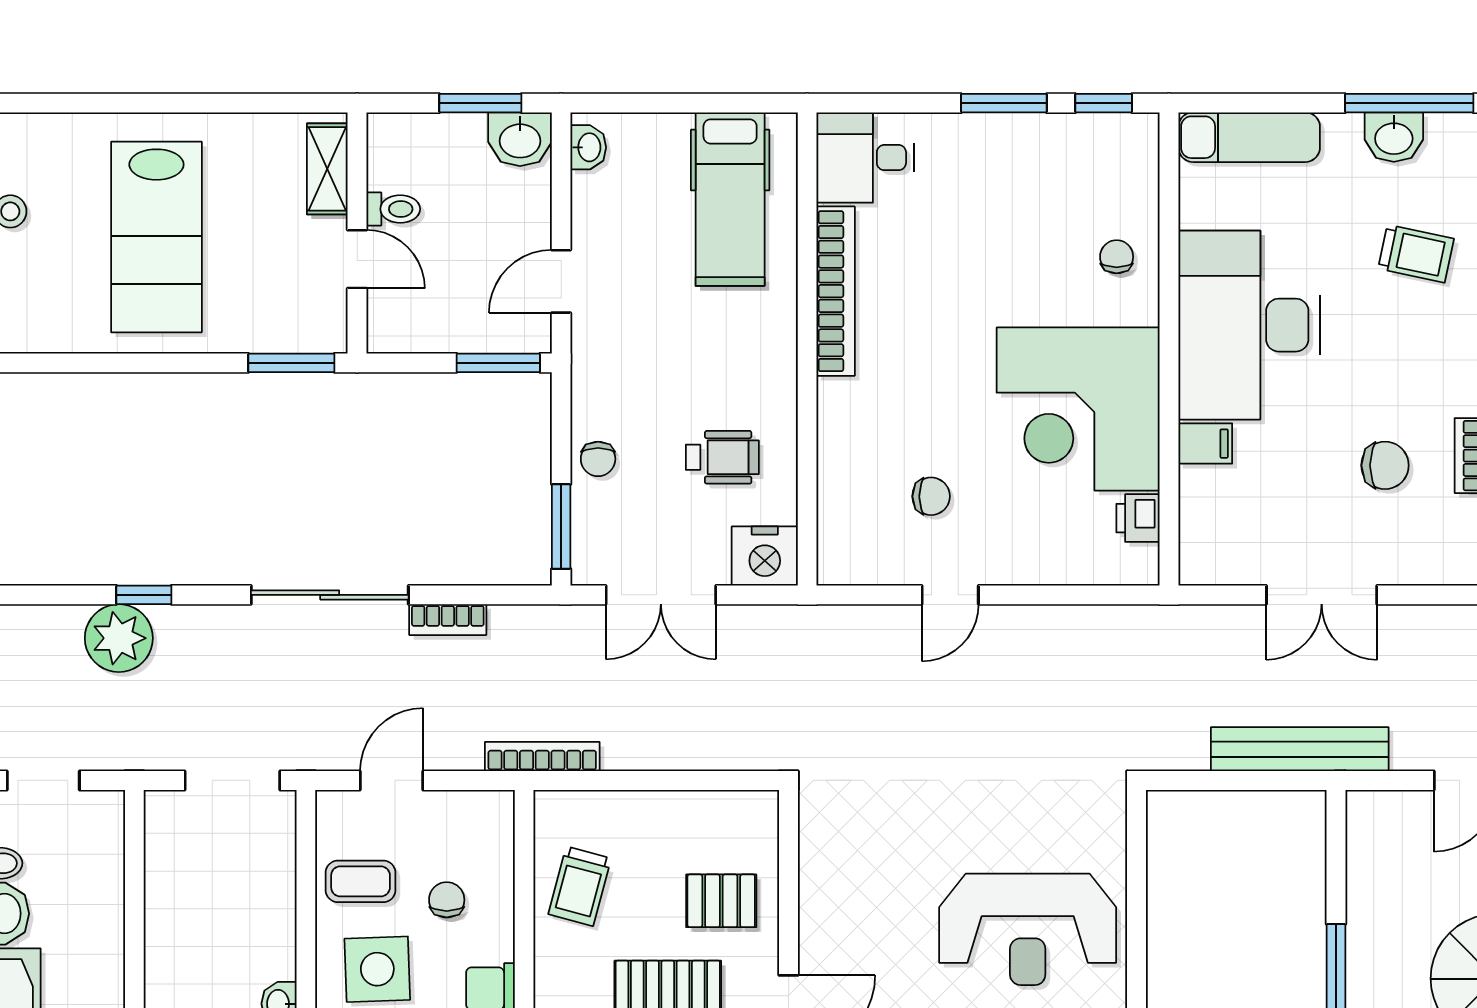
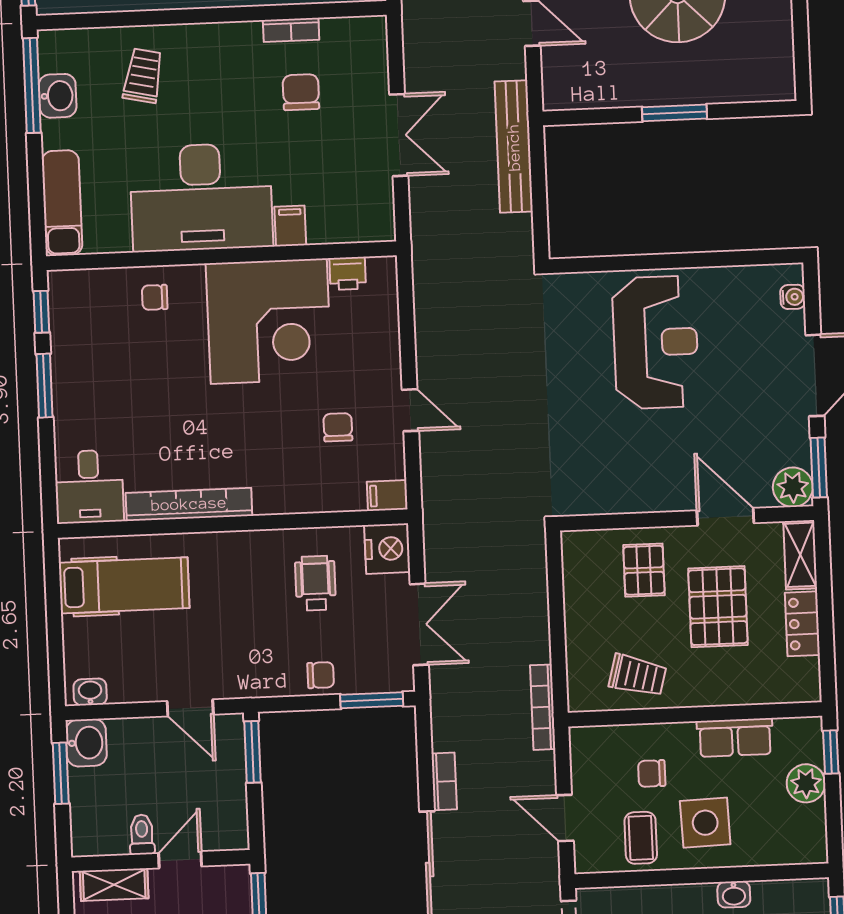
filing cabinet: (836, 559) -> (387, 496), added

